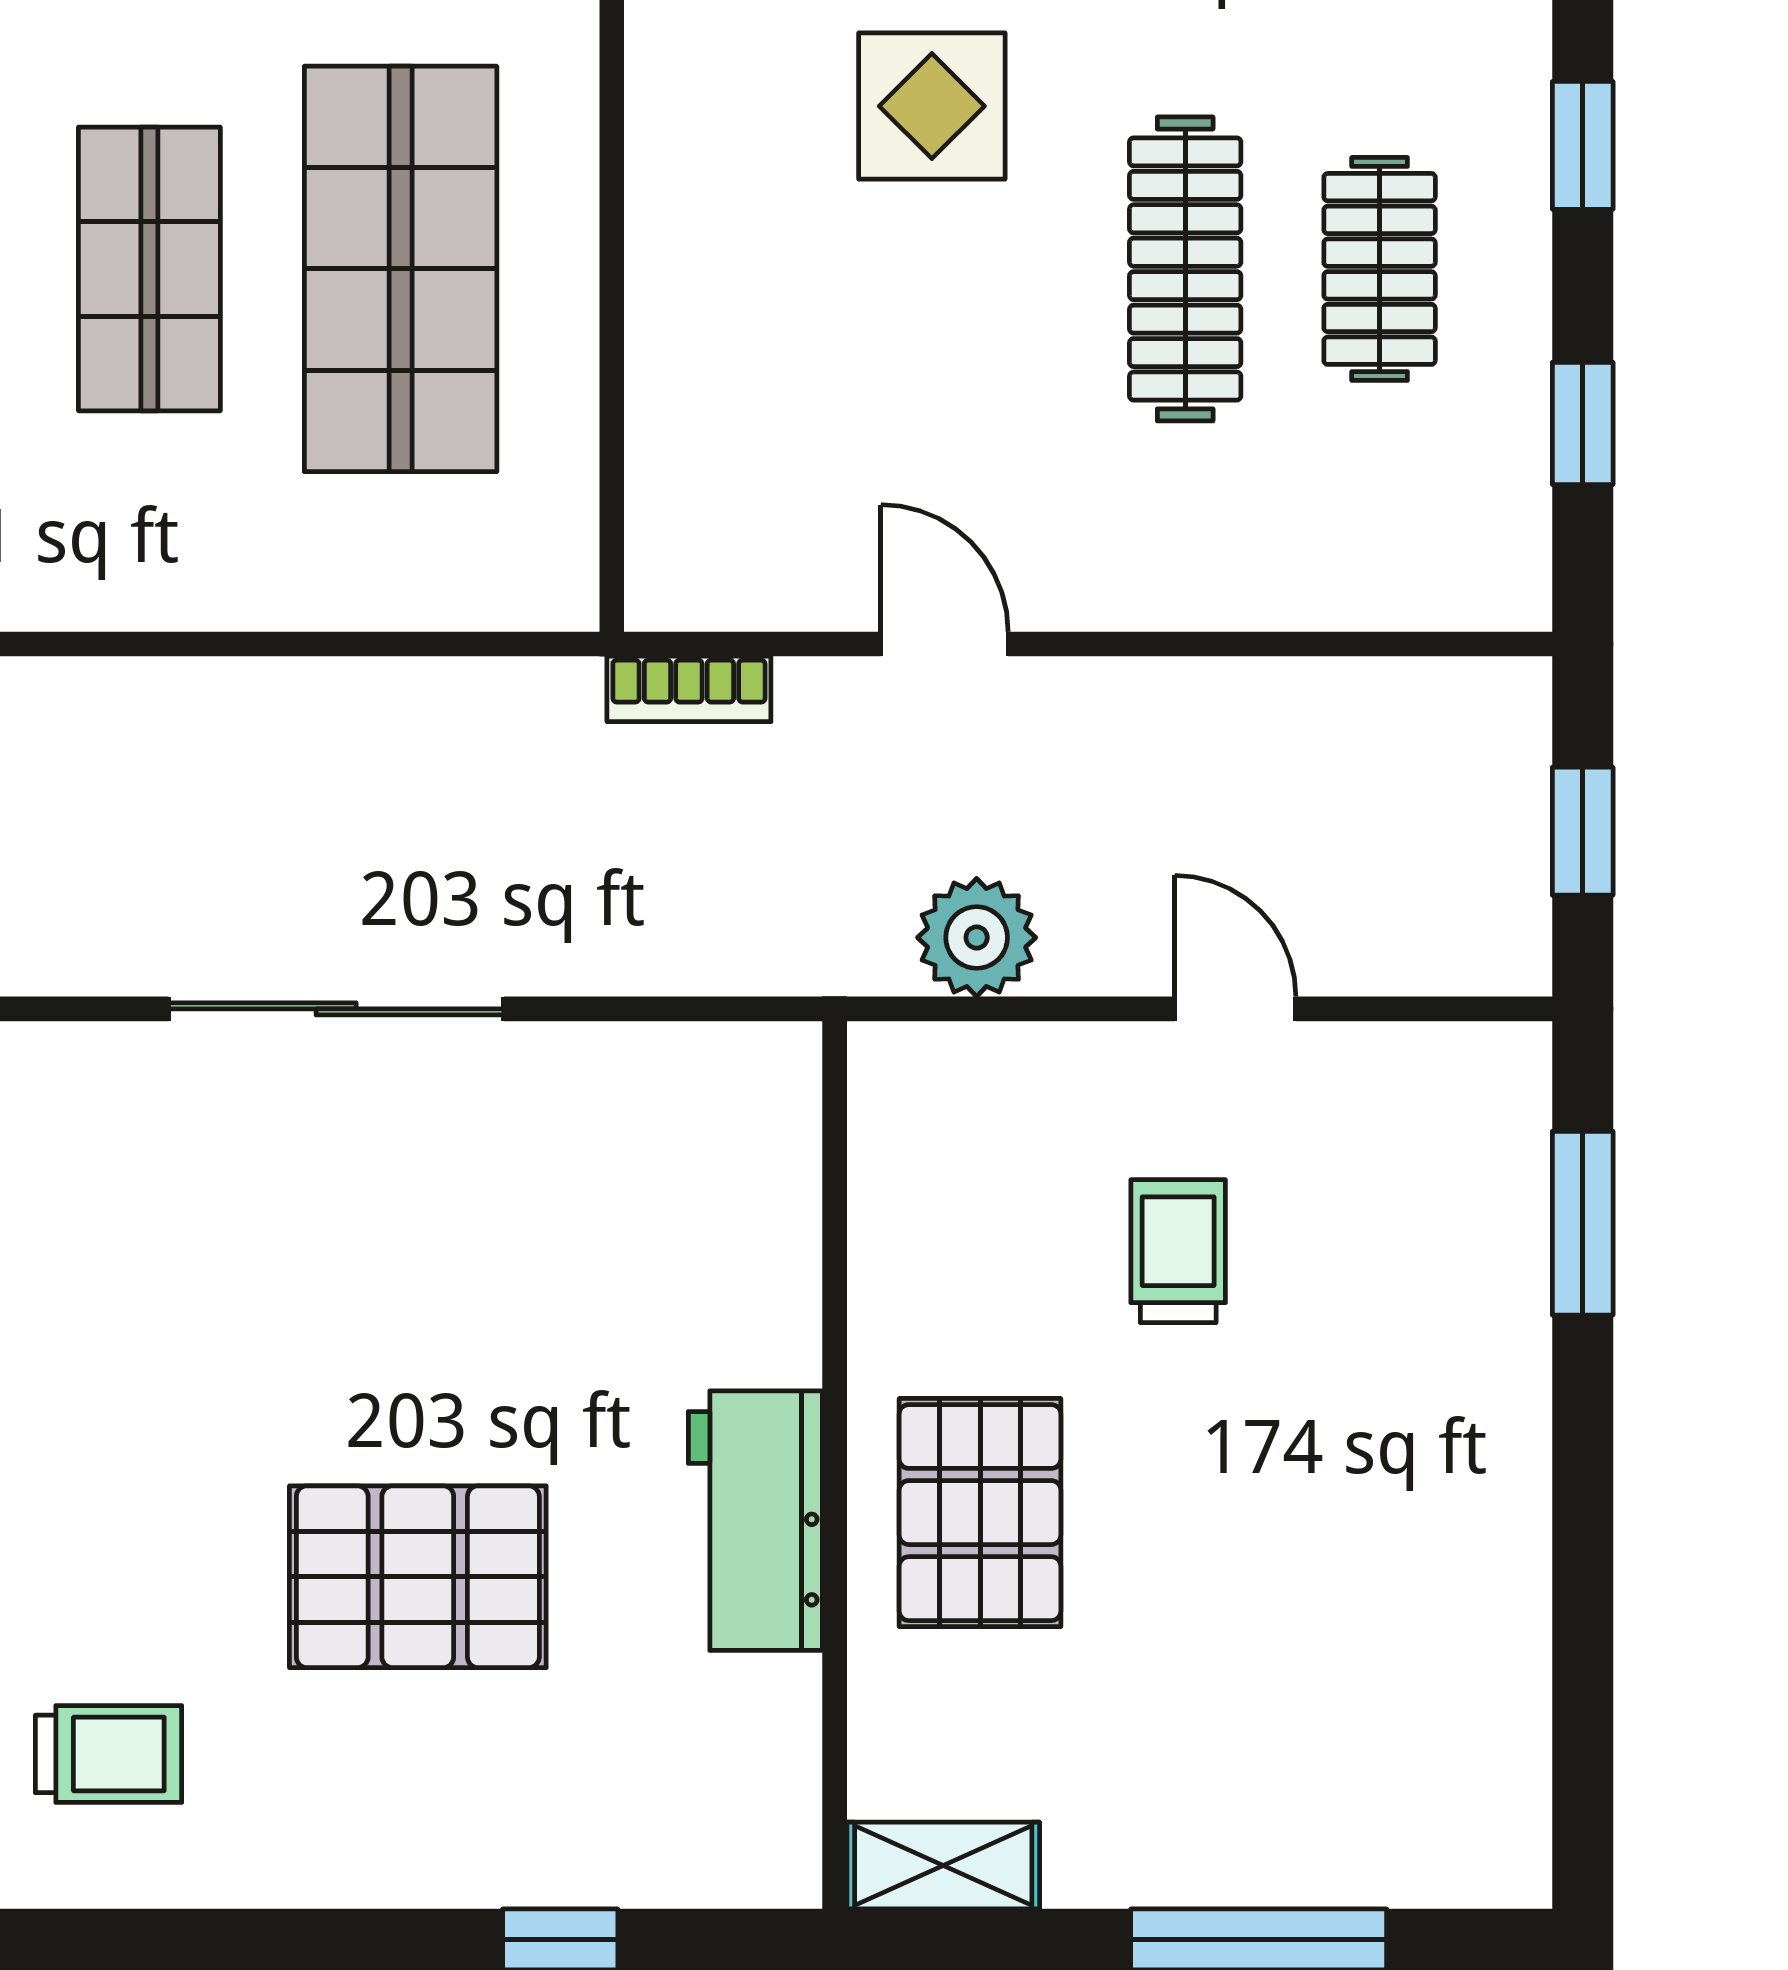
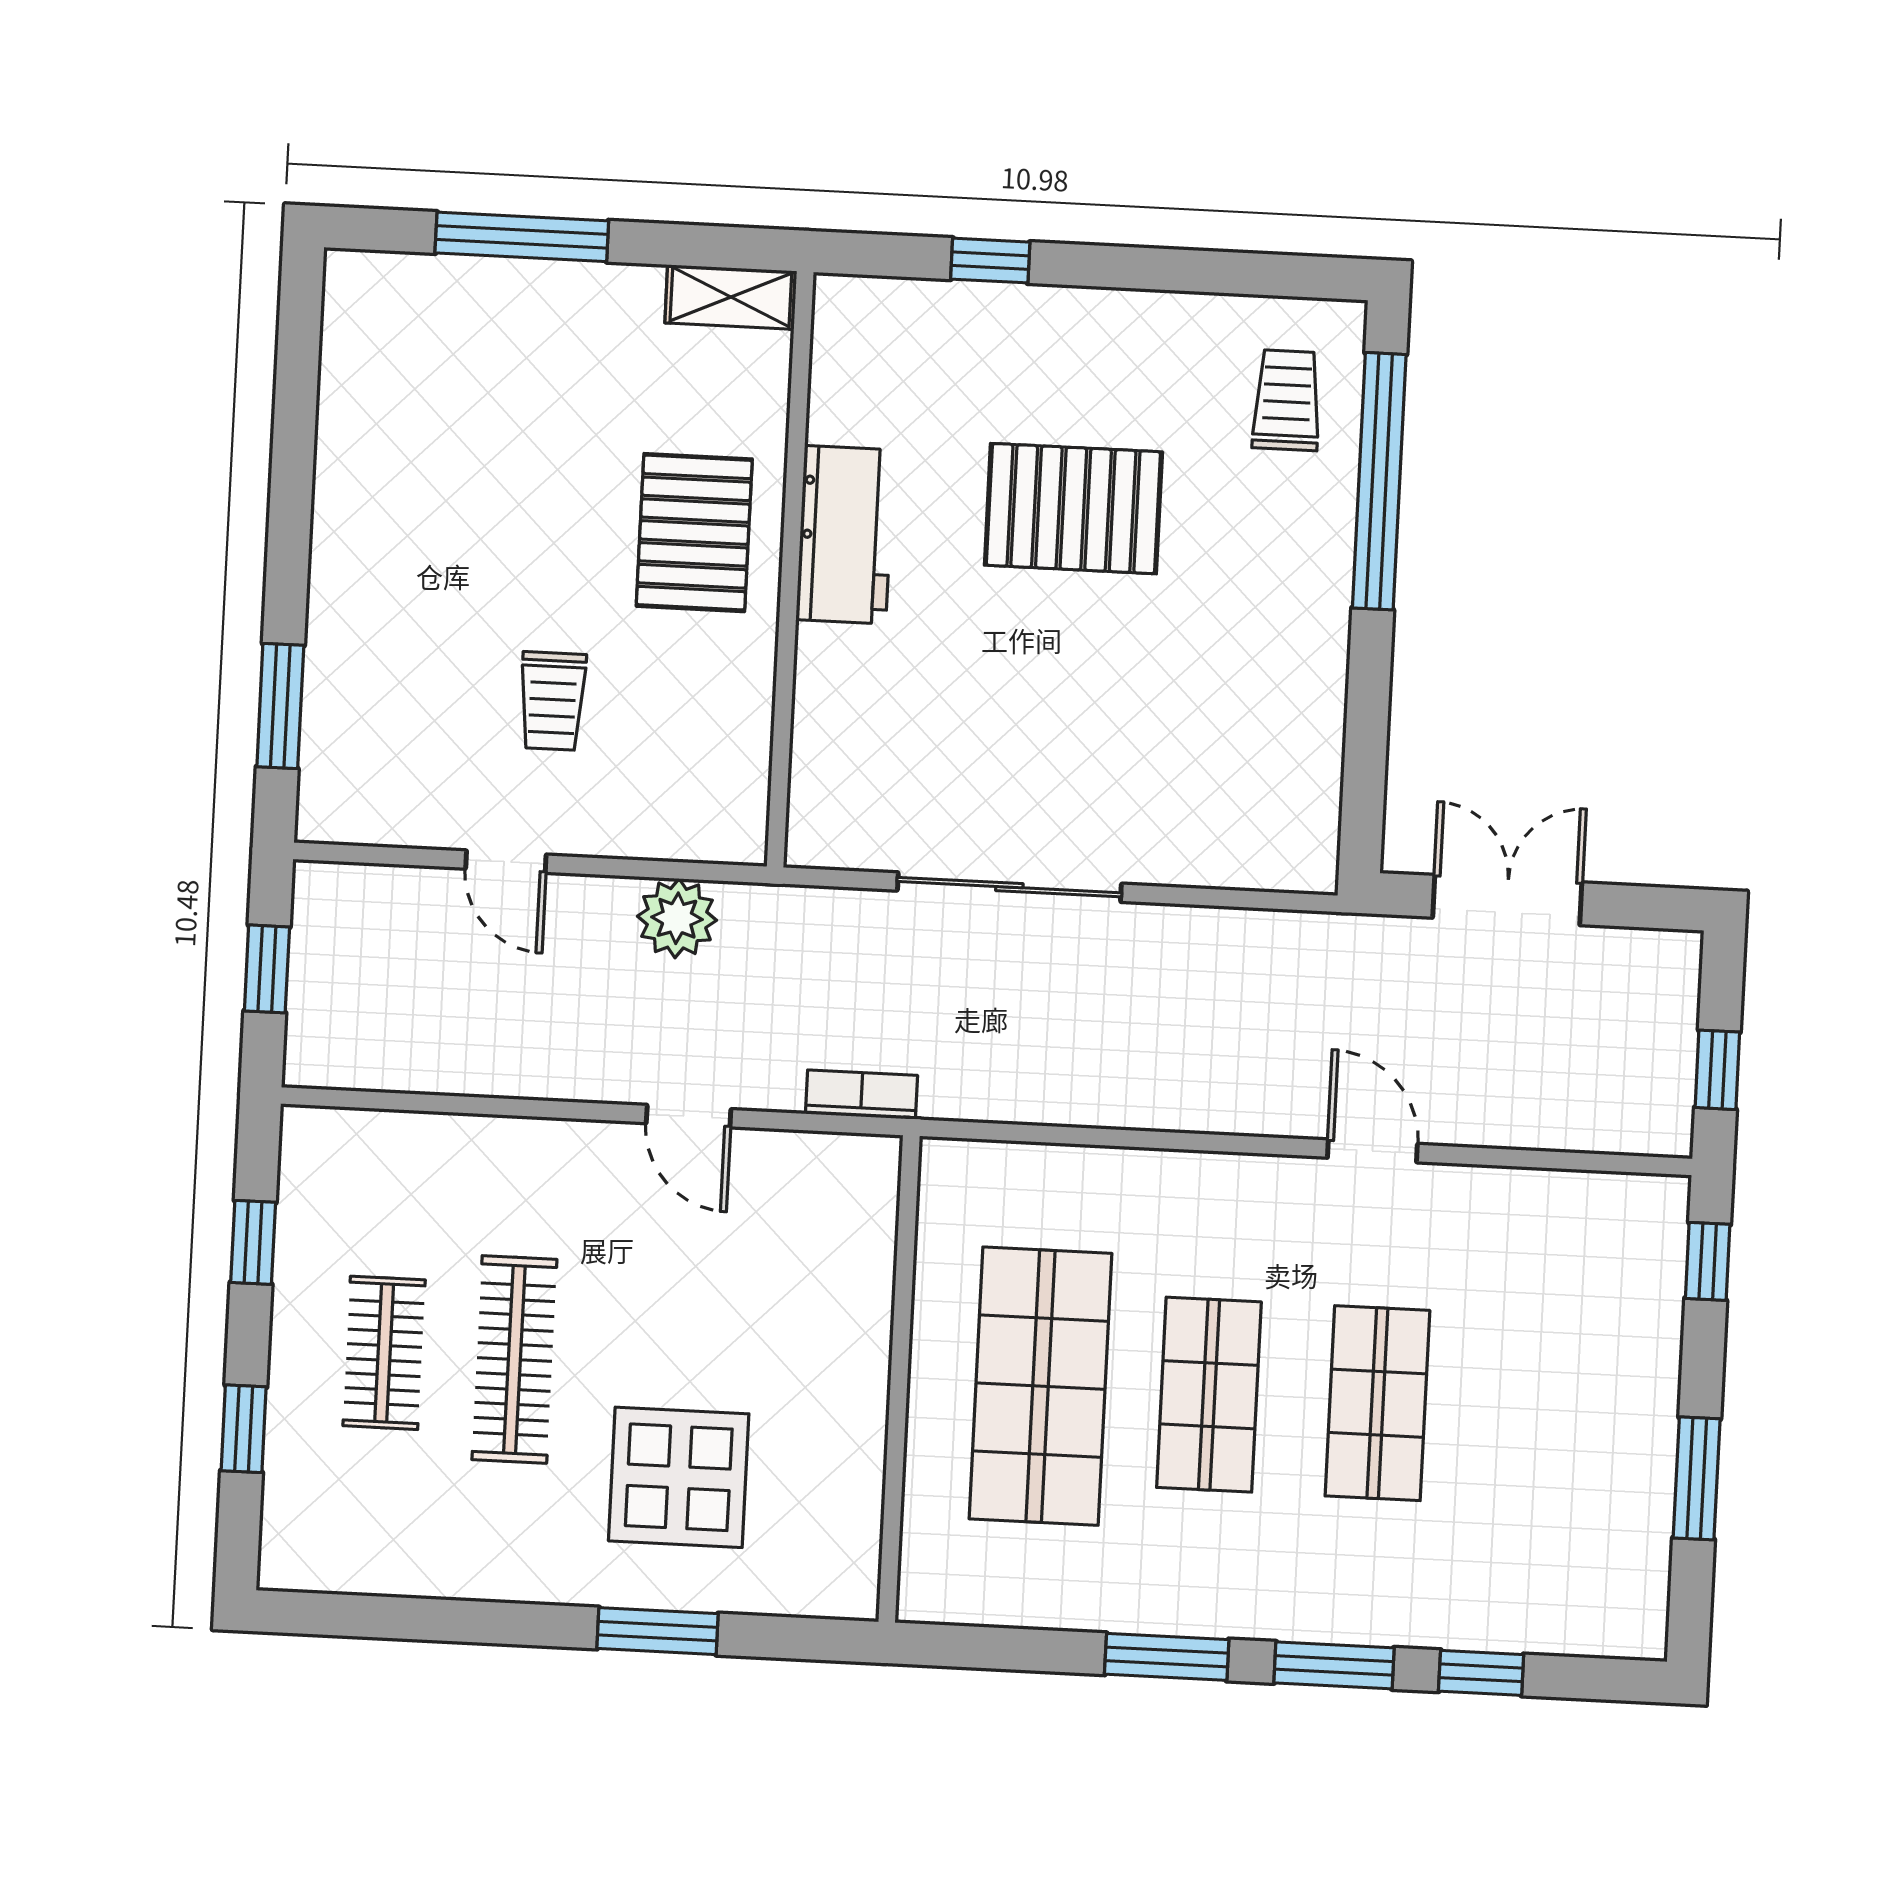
display table: (932, 106) -> (679, 1477), width x1.36, depth x1.36
sliding door: (336, 1009) -> (1009, 887), moved
trolley: (109, 1754) -> (1287, 400), turned 90

